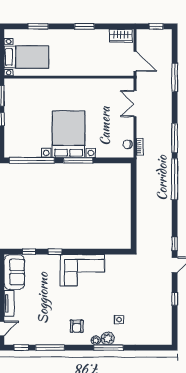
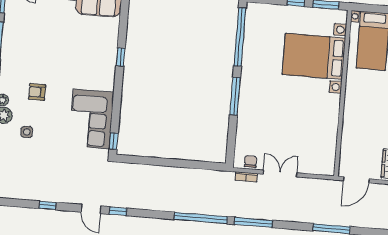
double door: (135, 104) -> (280, 173), moved
bed with nightstands: (69, 134) -> (314, 56), moved, turned 180
window: (29, 252) -> (114, 141), moved
corner sofa: (82, 270) -> (91, 119), moved
armchair: (77, 326) -> (37, 92), moved

